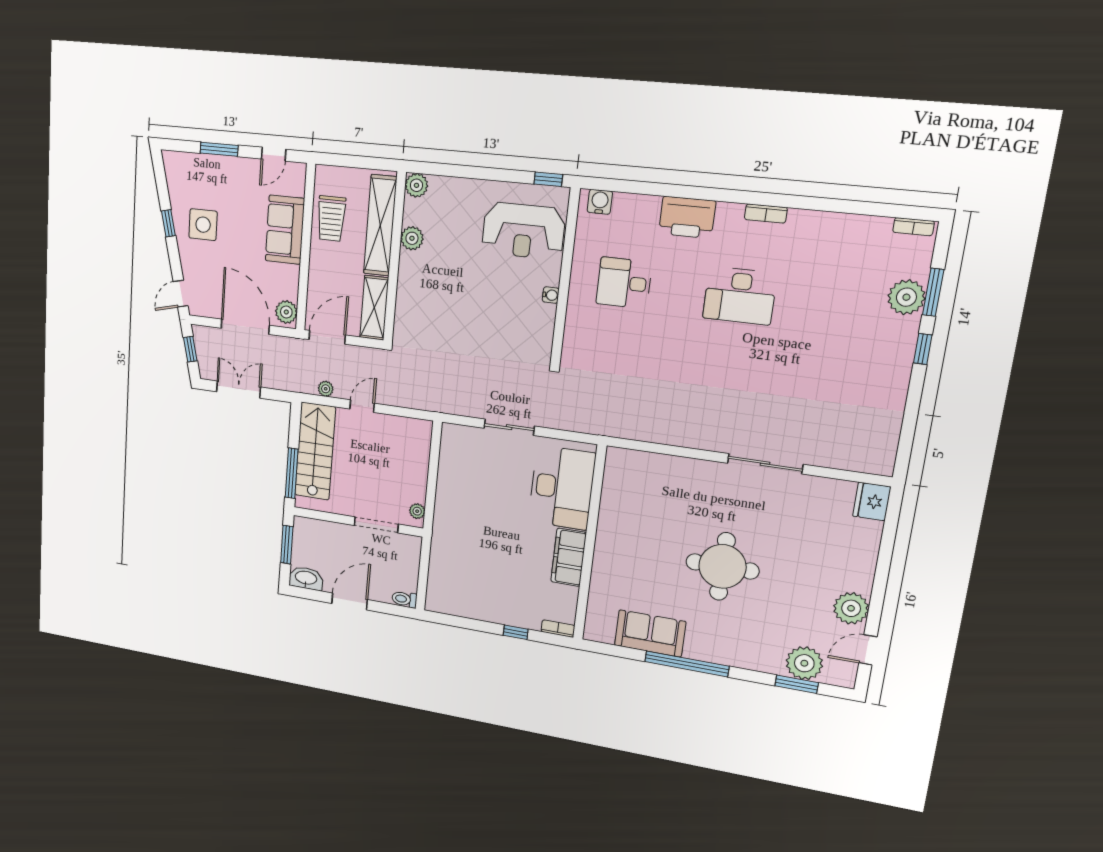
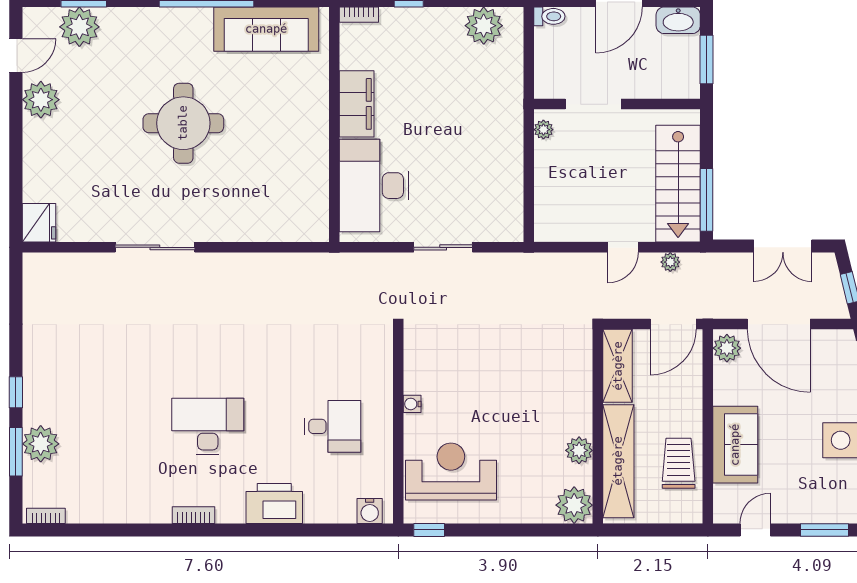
plant: (416, 185) -> (574, 505), width x1.36, depth x1.36
window: (292, 473) -> (707, 200), moved
plant: (457, 601) -> (484, 26), added
sofa: (650, 633) -> (266, 29), width x1.36

